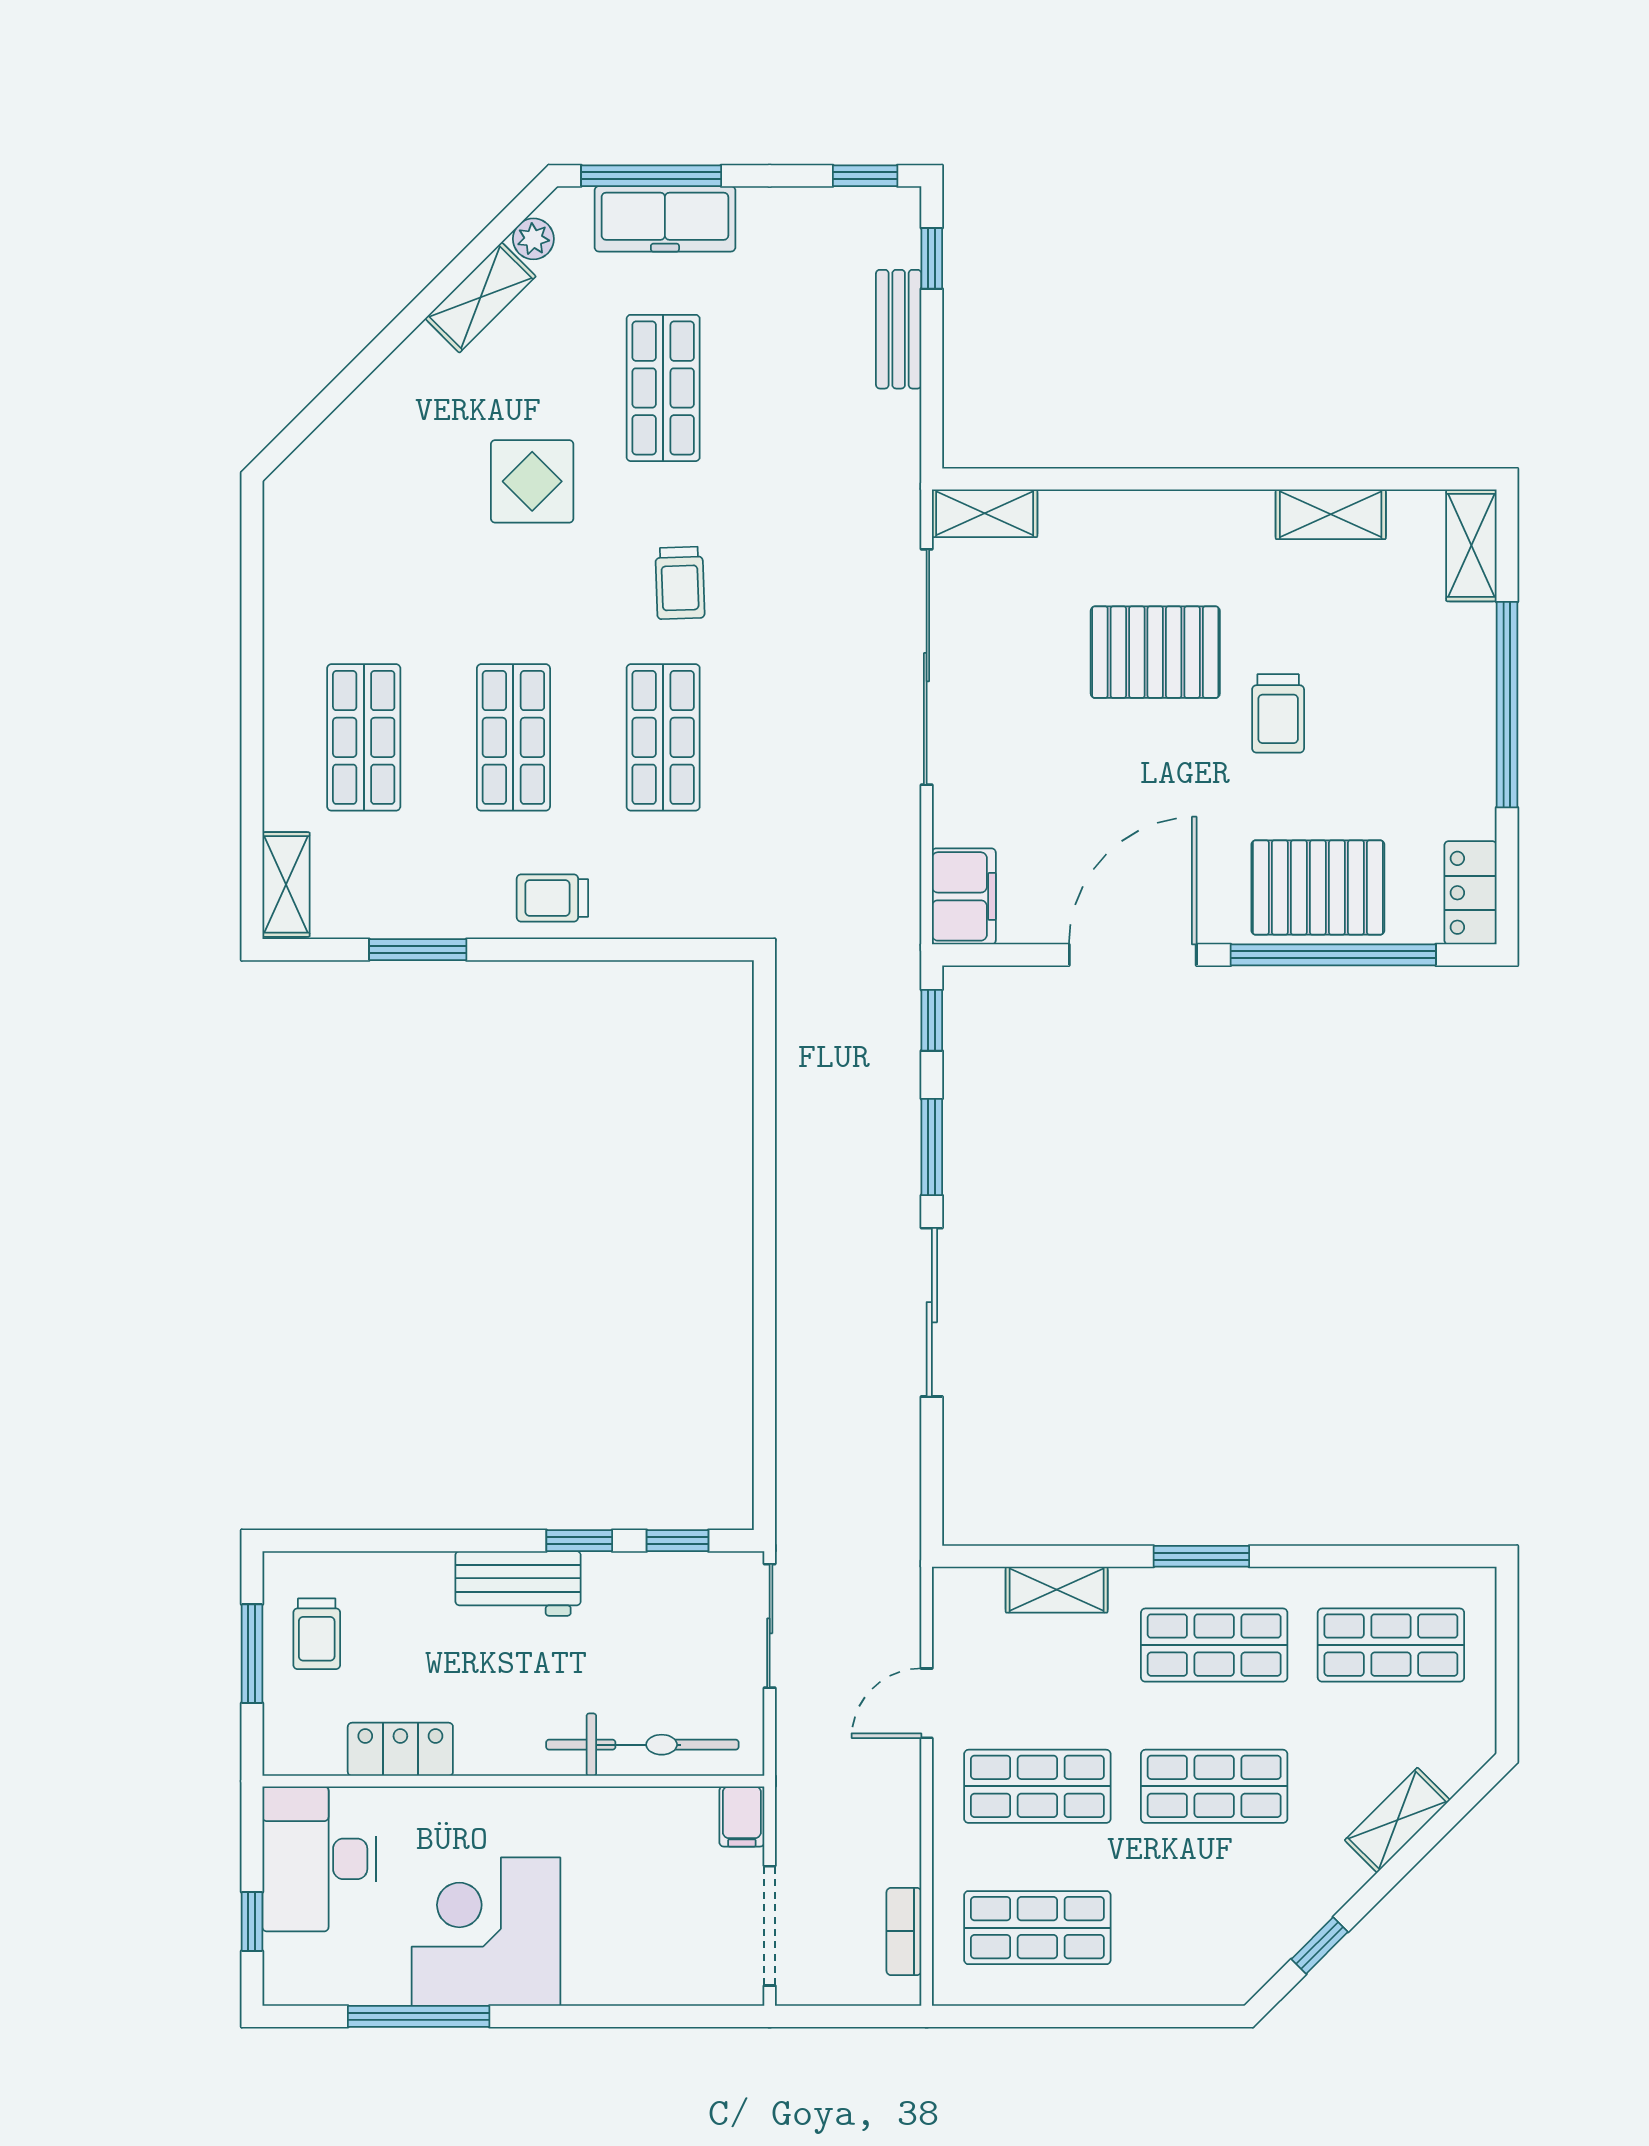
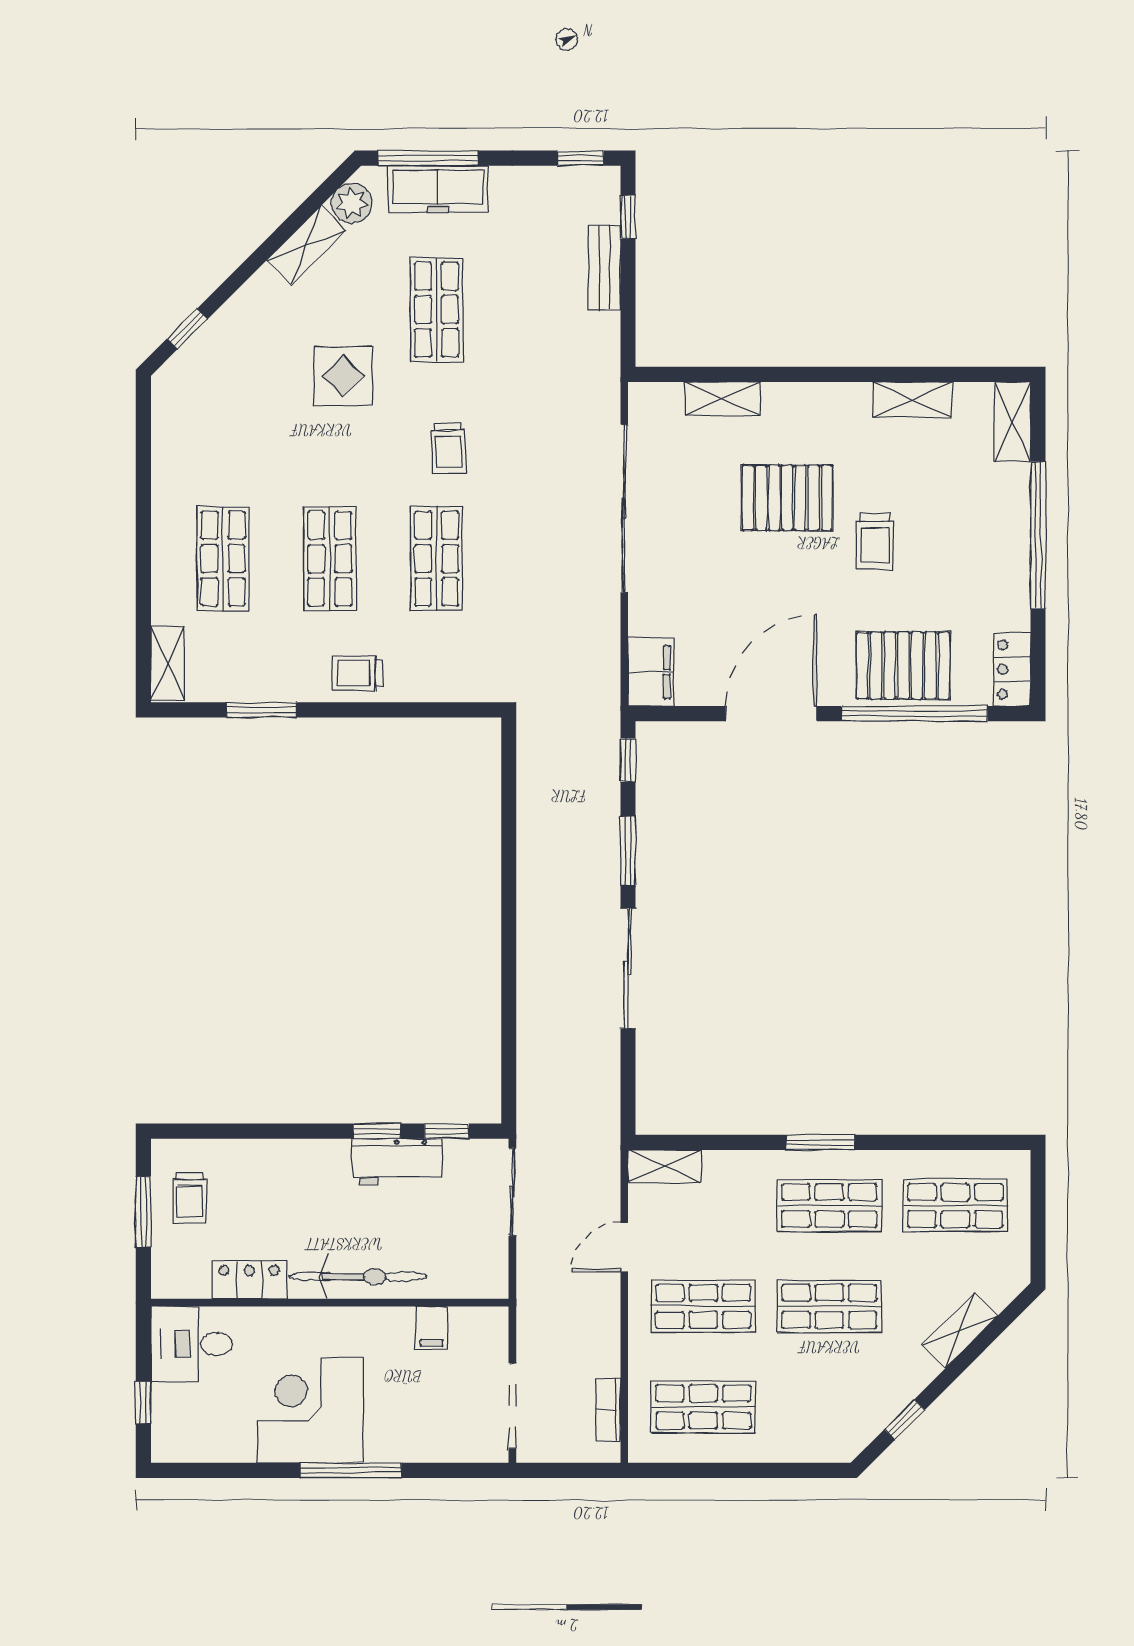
plant: (533, 239) -> (352, 203), width x1.38, depth x1.38
window: (313, 415) -> (187, 329), added
shelving: (985, 513) -> (723, 399), moved
workbench: (518, 1583) -> (397, 1162), moved
shelving: (1057, 1590) -> (664, 1166), moved
bicycle: (642, 1745) -> (358, 1277), moved
filing cabinet: (742, 1816) -> (432, 1328), moved
desk: (319, 1859) -> (191, 1344), width x0.73
window: (419, 2016) -> (351, 1470), moved

